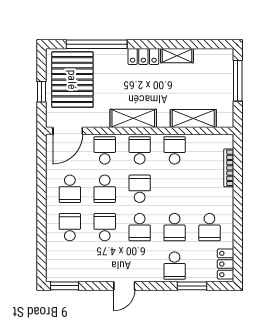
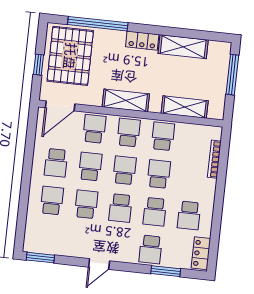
shelving: (177, 56) -> (183, 47), width x1.50, depth x1.33
school desk: (105, 189) -> (90, 167), turned 180
school desk: (175, 189) -> (159, 174), added

